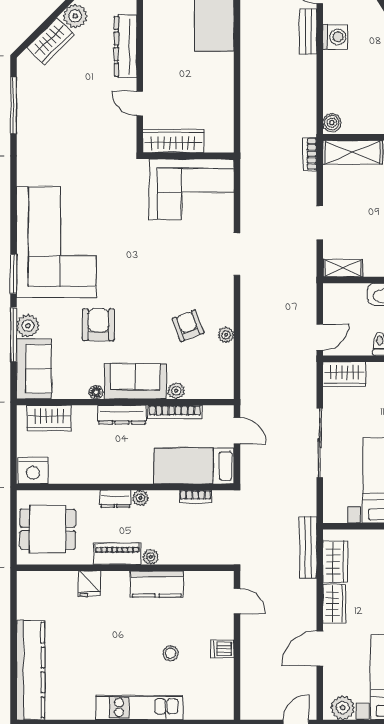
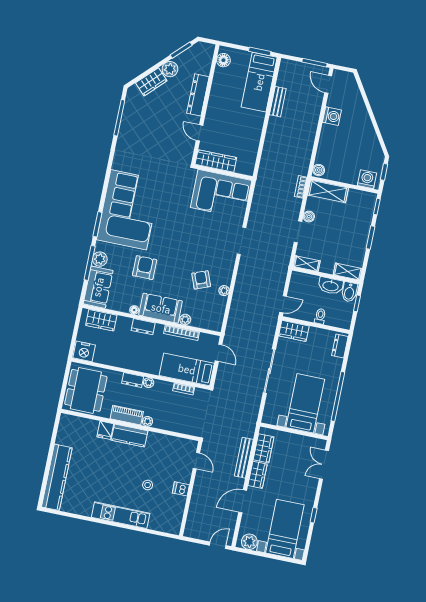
bench: (308, 31) -> (278, 102), moved
boiler: (331, 196) -> (309, 217), added
dresser: (122, 415) -> (143, 327), width x0.70
dining table: (48, 529) -> (86, 390), width x1.38
bench: (308, 548) -> (244, 458), moved
kitchen counter: (157, 584) -> (130, 435), moved

